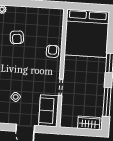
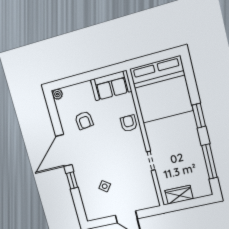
sofa: (49, 111) -> (111, 85), moved, turned -90
wardrobe: (89, 123) -> (179, 195), moved

